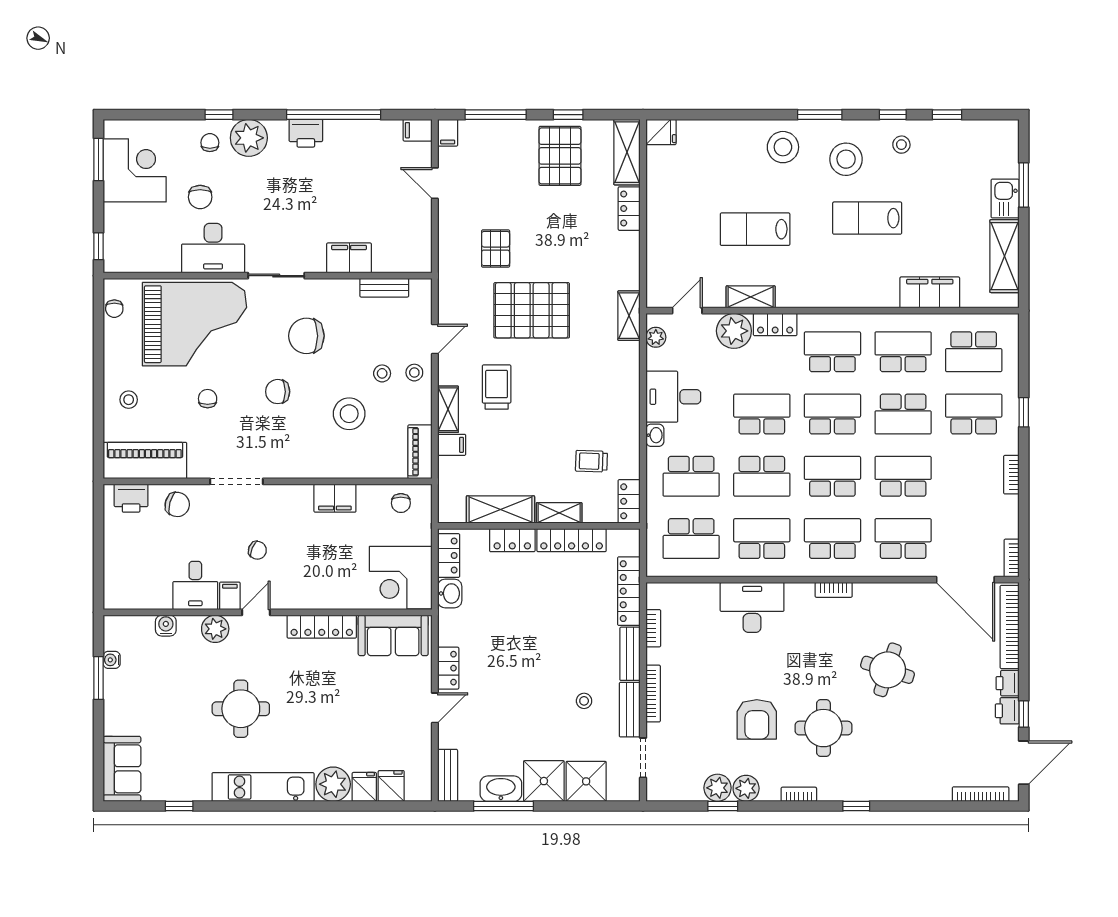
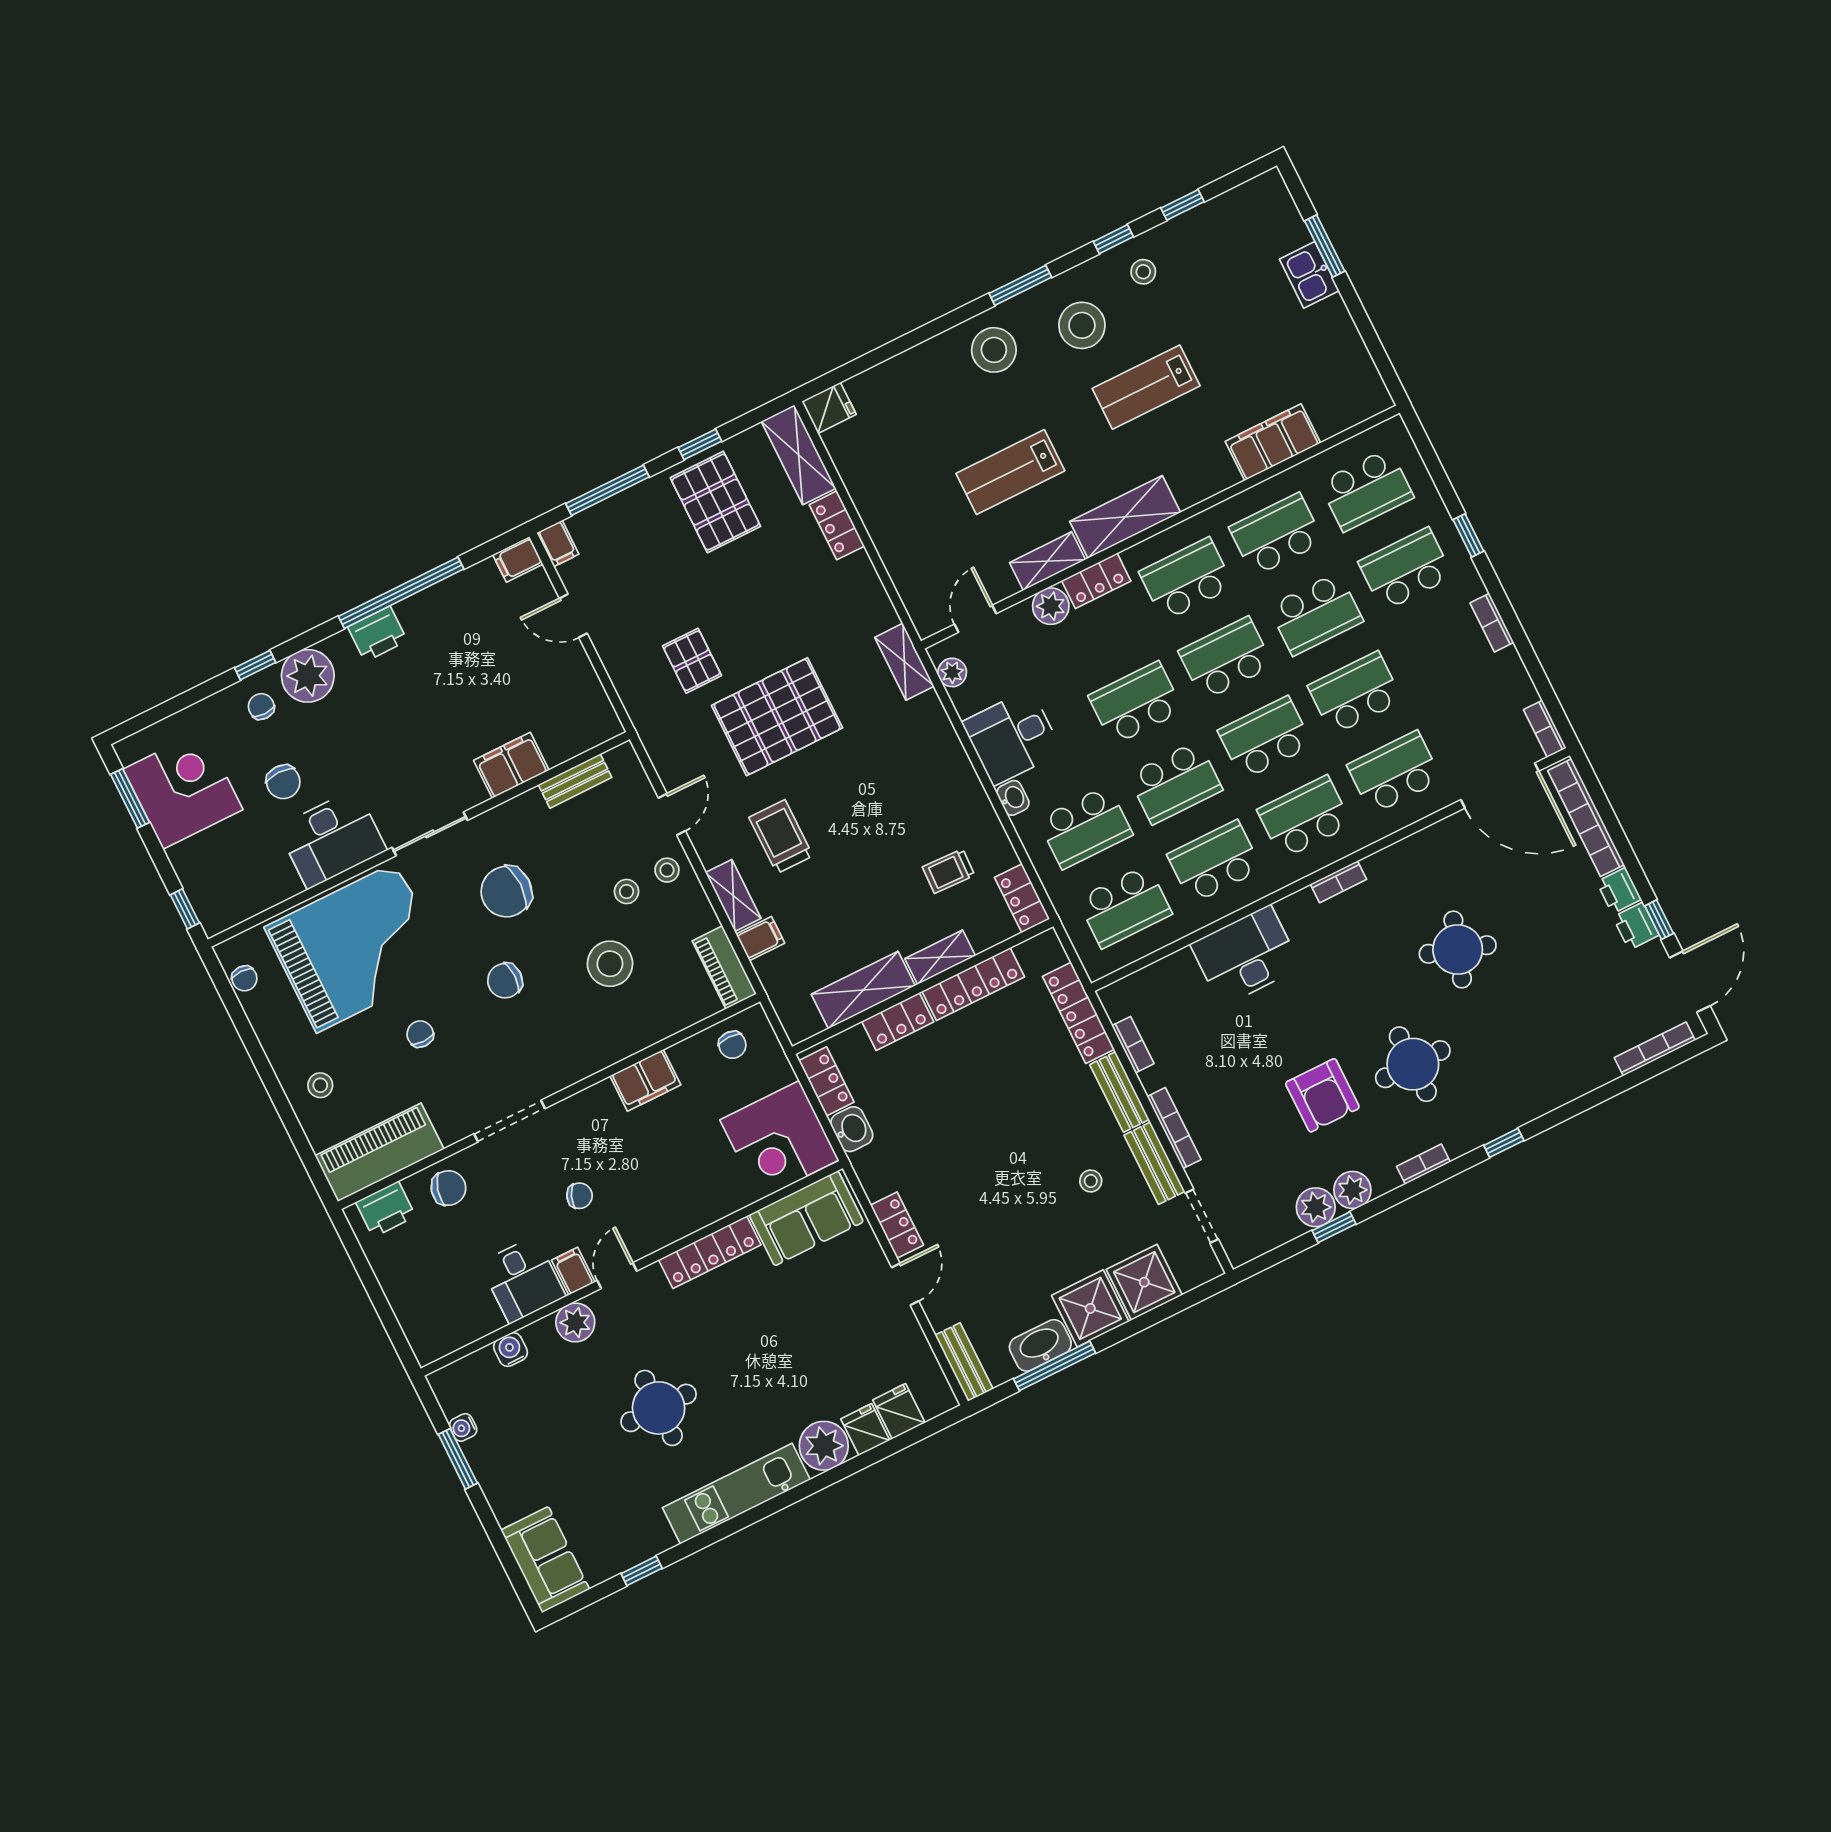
shelving: (1005, 256) -> (1125, 517), moved, turned 90
plant: (734, 331) -> (1051, 606), width x0.73, depth x0.73

